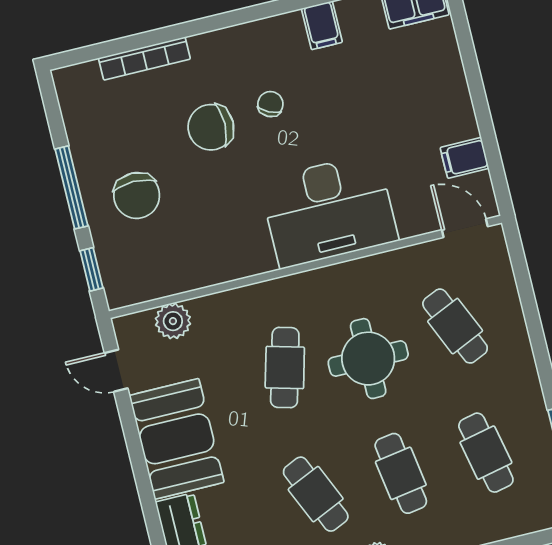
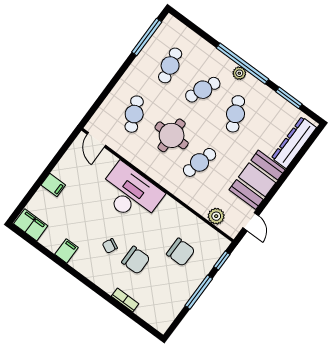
bookcase: (144, 59) -> (125, 300), width x0.64
filing cabinet: (464, 158) -> (53, 185), moved
chair: (137, 196) -> (181, 252), moved, turned 90
cafe table: (401, 473) -> (203, 90), turned 33

